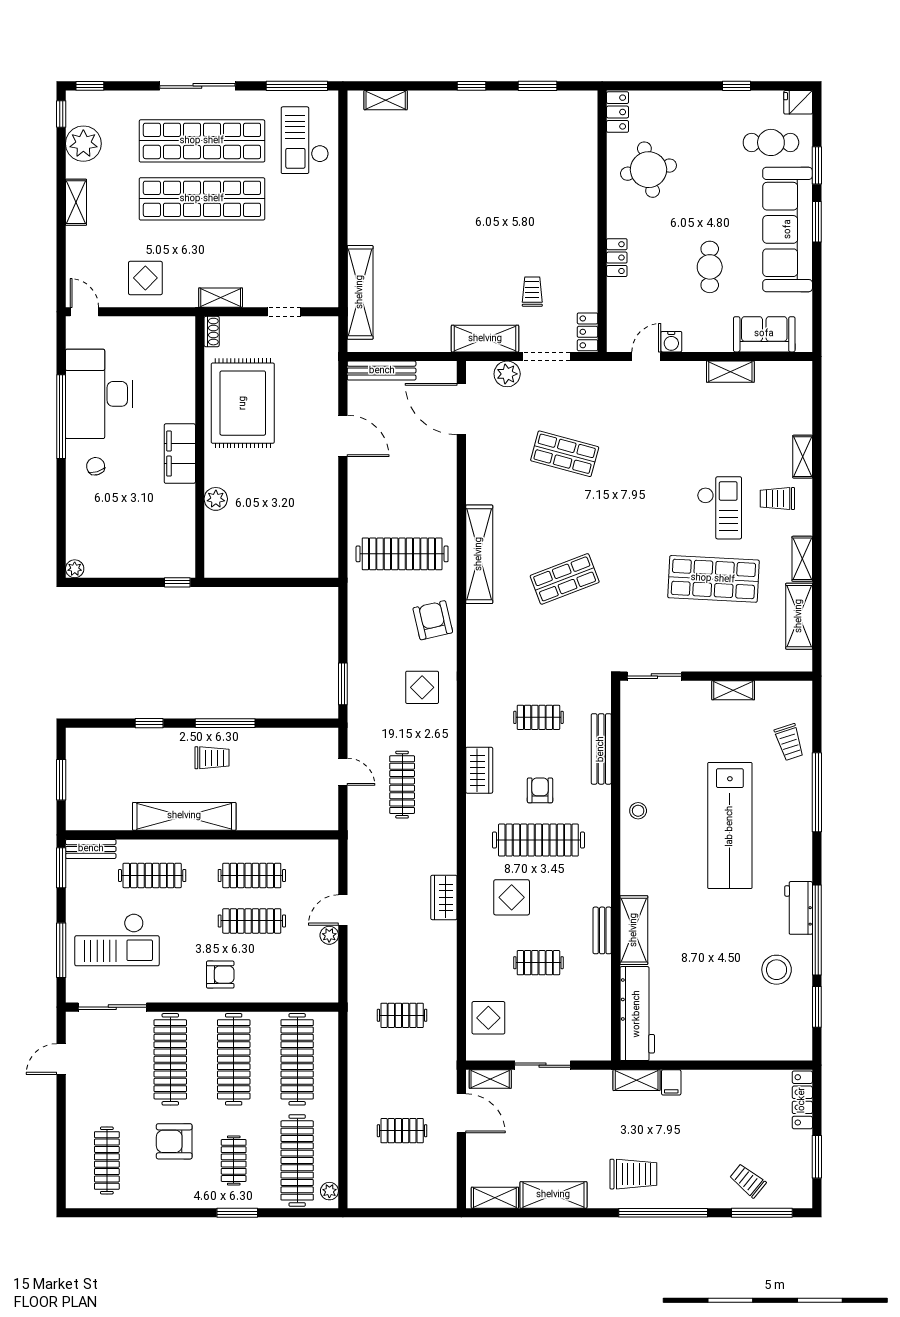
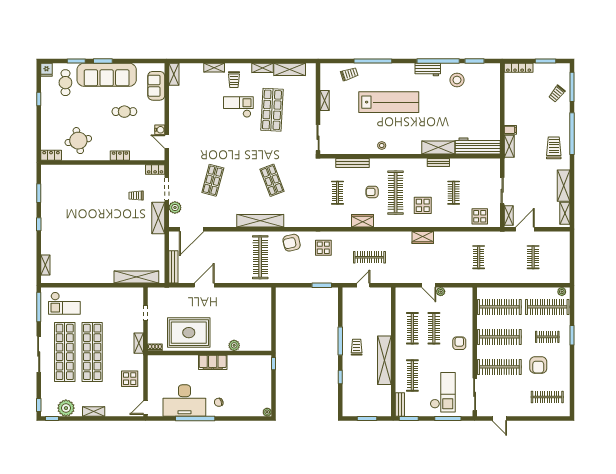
shelving: (730, 372) -> (174, 74), moved

